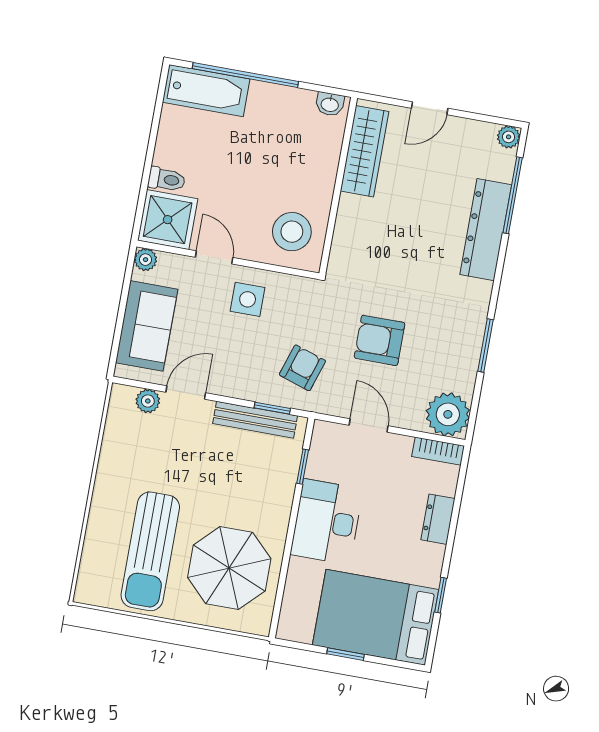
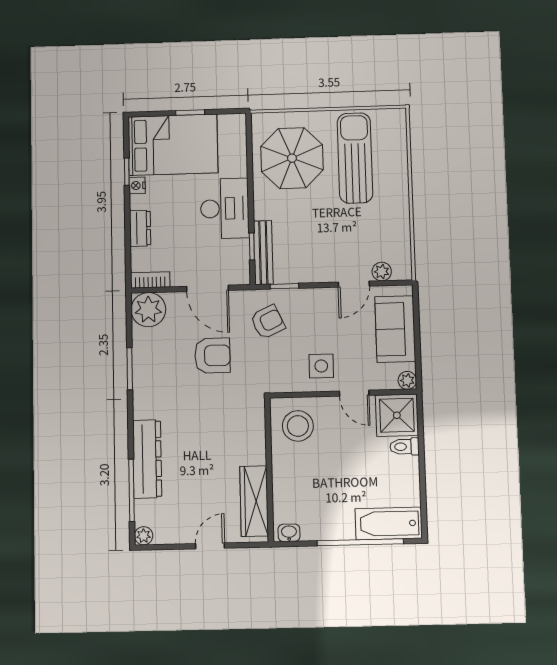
armchair: (302, 368) -> (268, 322), turned -133
bench: (255, 420) -> (263, 252), moved, turned 90
door: (369, 425) -> (207, 288), width x1.38
nightstand: (431, 575) -> (137, 185), added

